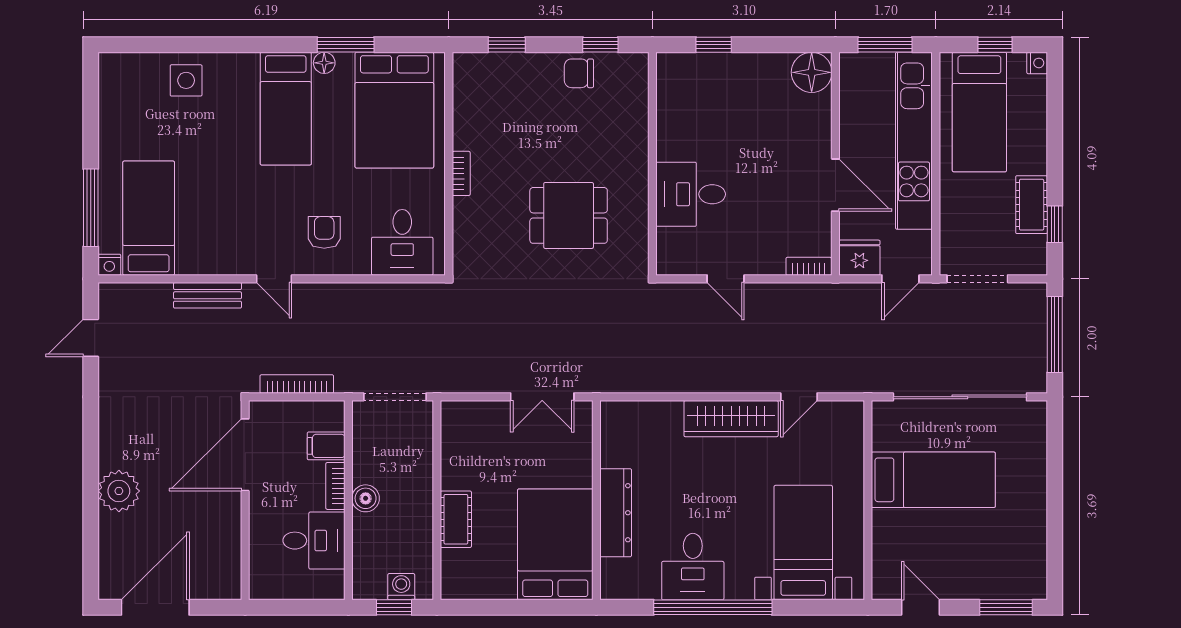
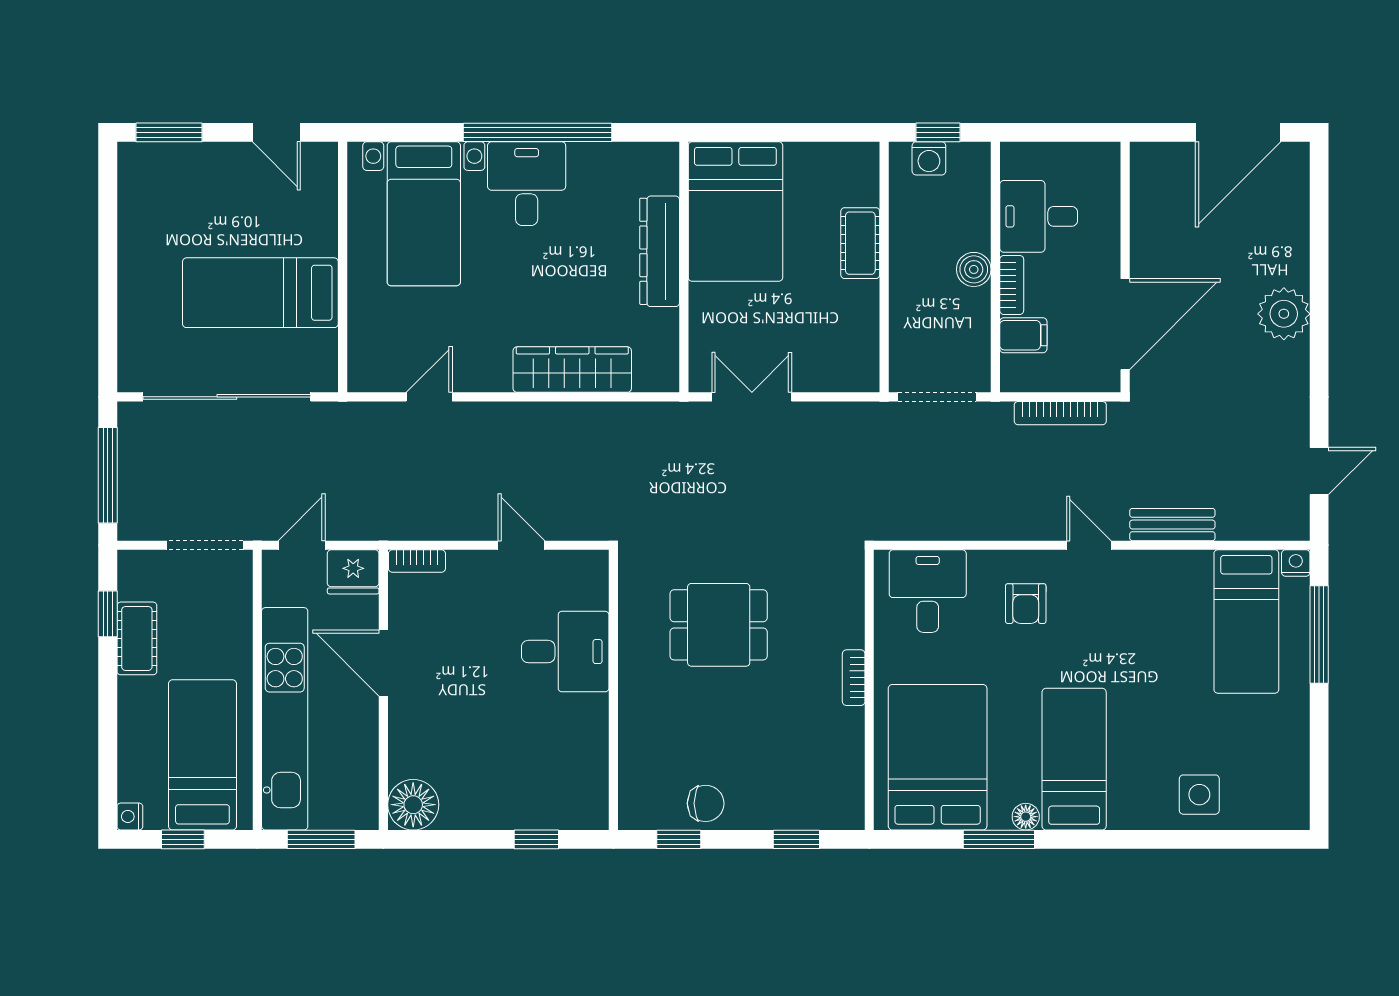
wardrobe: (731, 419) -> (572, 370), moved
plant: (119, 491) -> (1284, 314), moved
desk: (693, 567) -> (527, 184), moved

